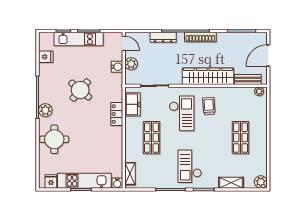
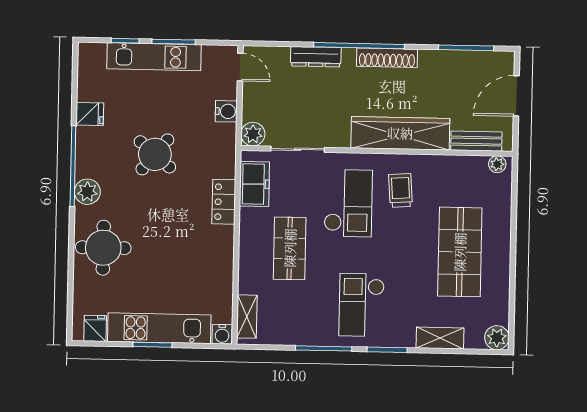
fridge: (46, 57) -> (90, 114), moved
plant: (131, 64) -> (253, 134), moved
shop shelf: (240, 138) -> (460, 252), width x1.43, depth x1.36

